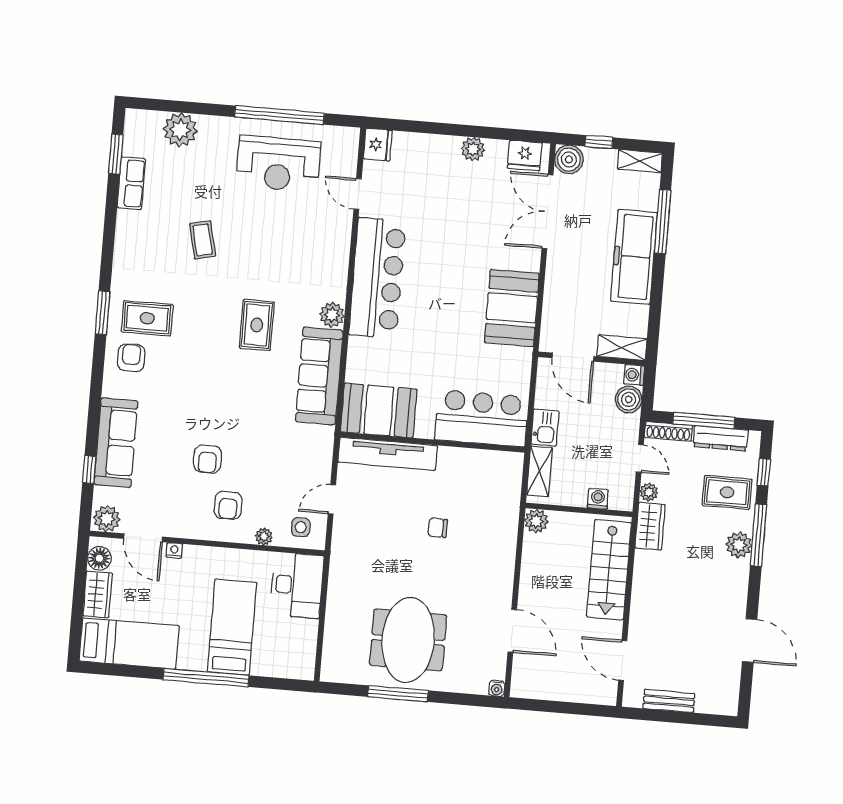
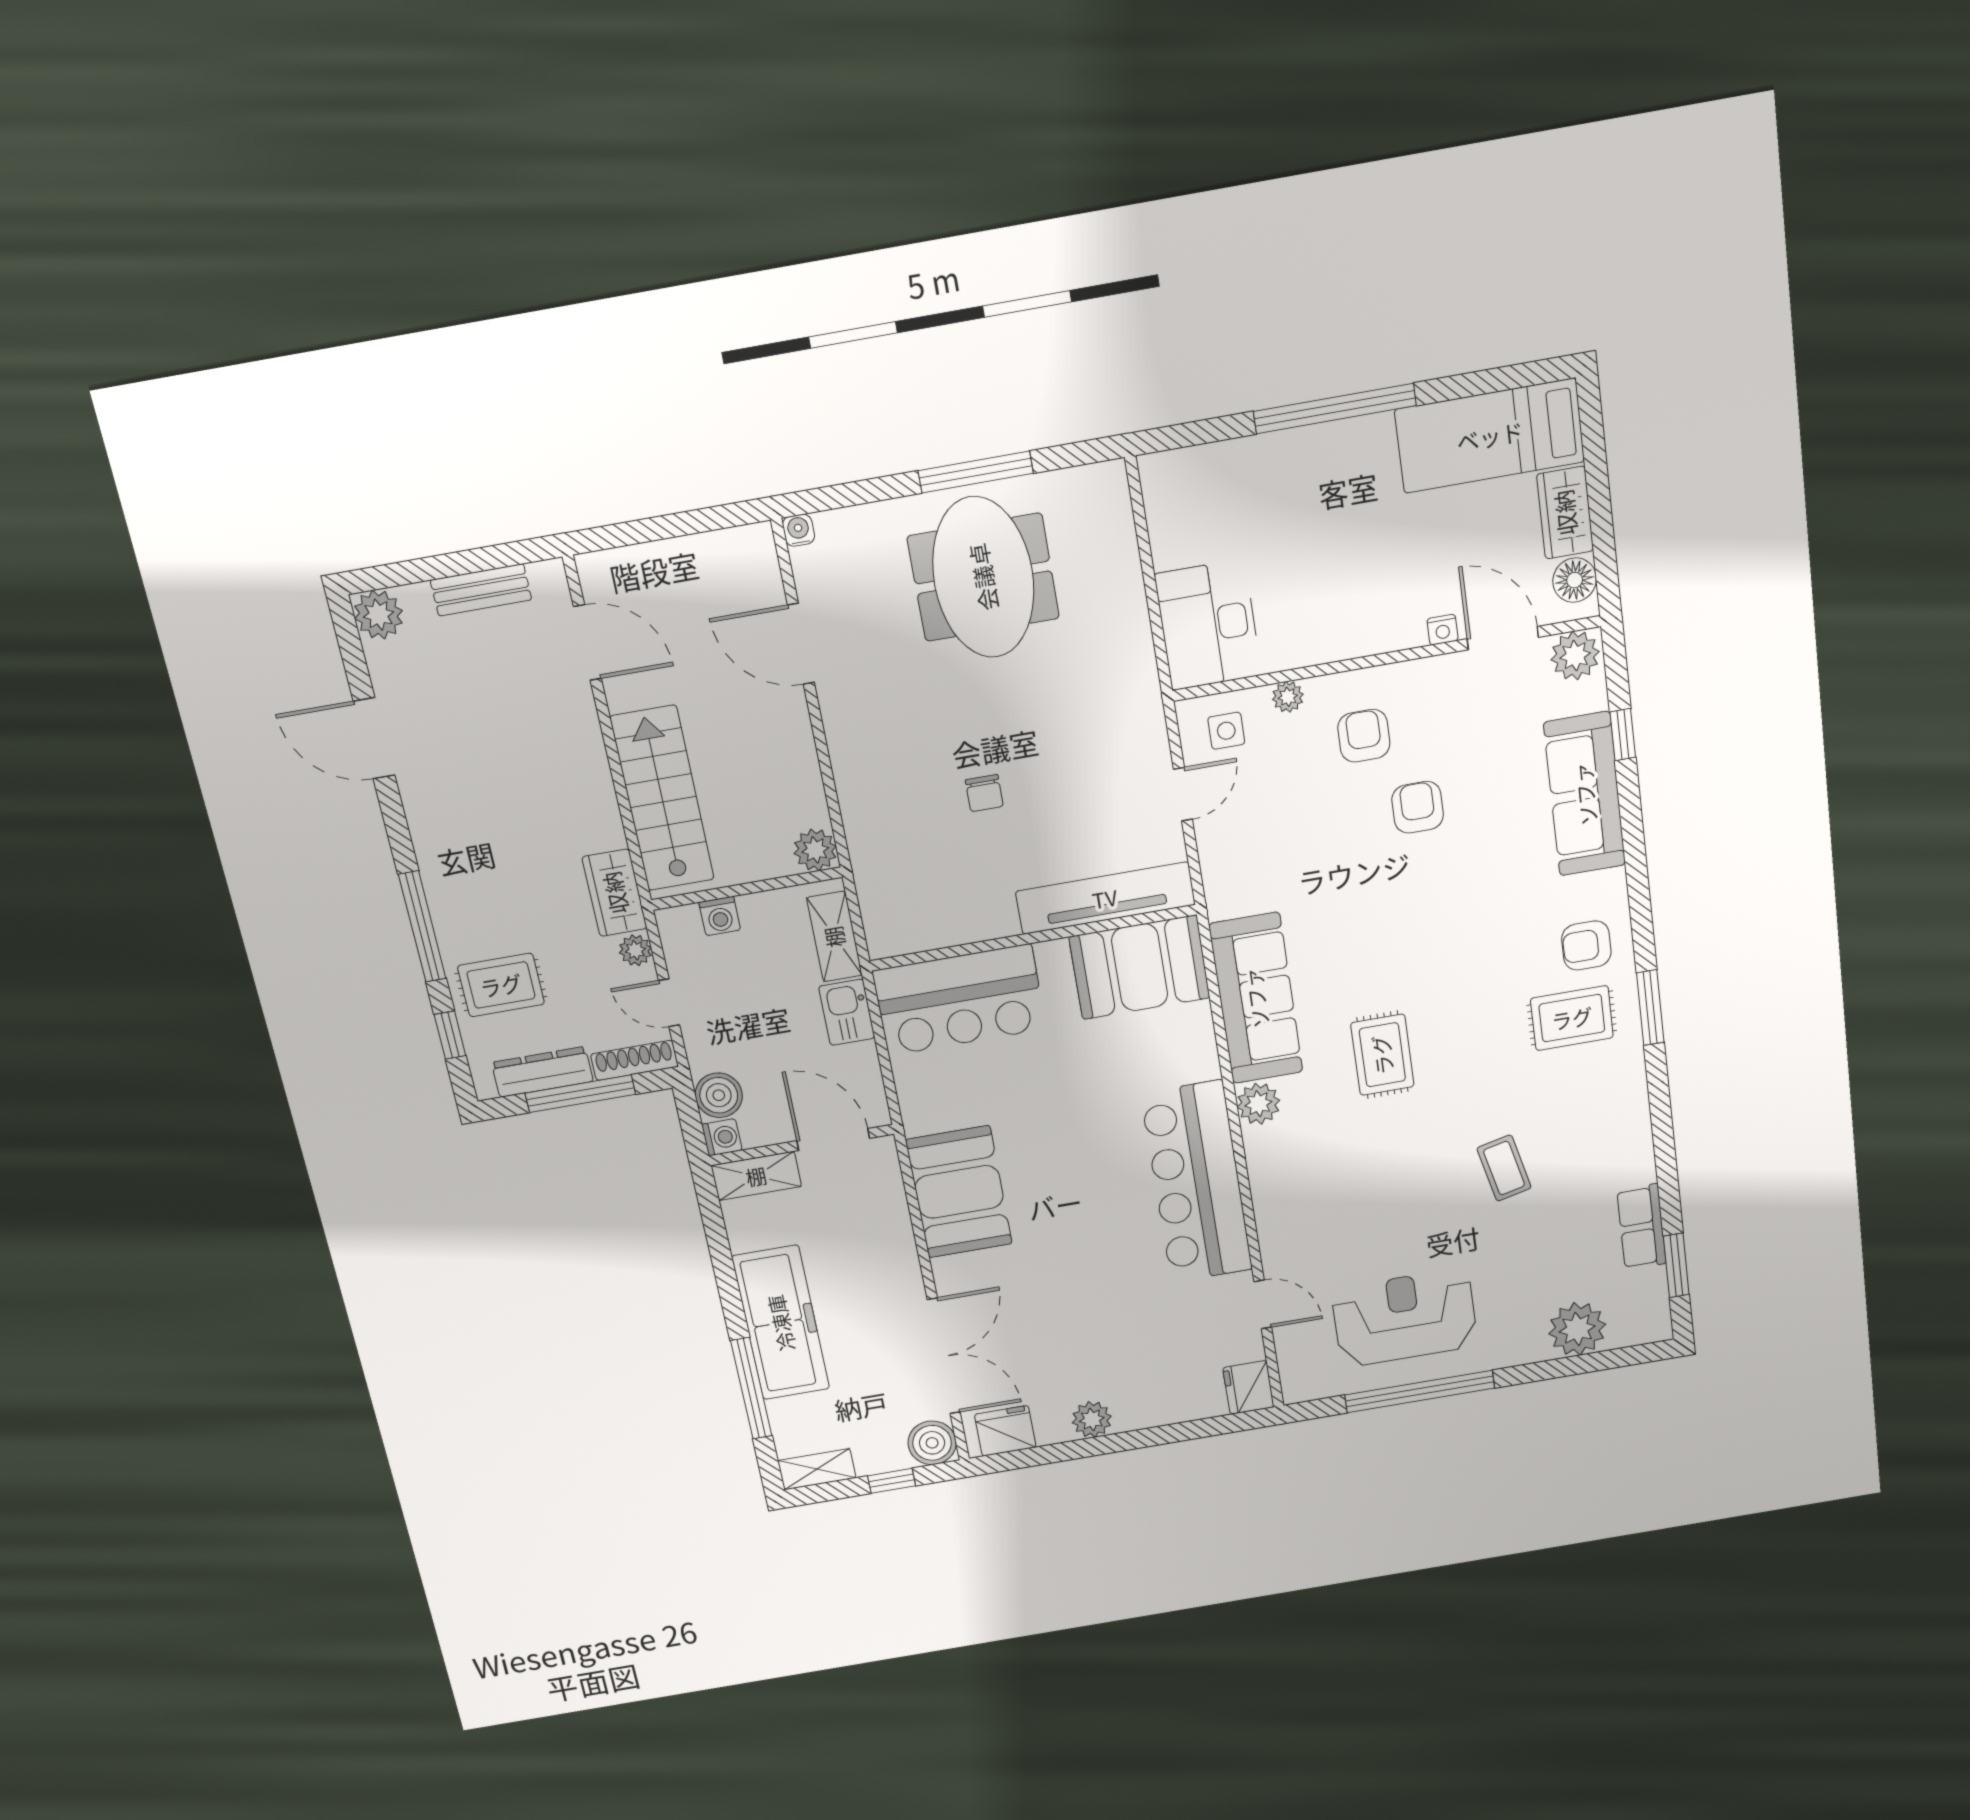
armchair: (131, 358) -> (1586, 945), turned 90
chair: (438, 528) -> (984, 793), turned 90
plant: (739, 545) -> (378, 615), moved
bed: (232, 627) -> (1308, 516), removed

